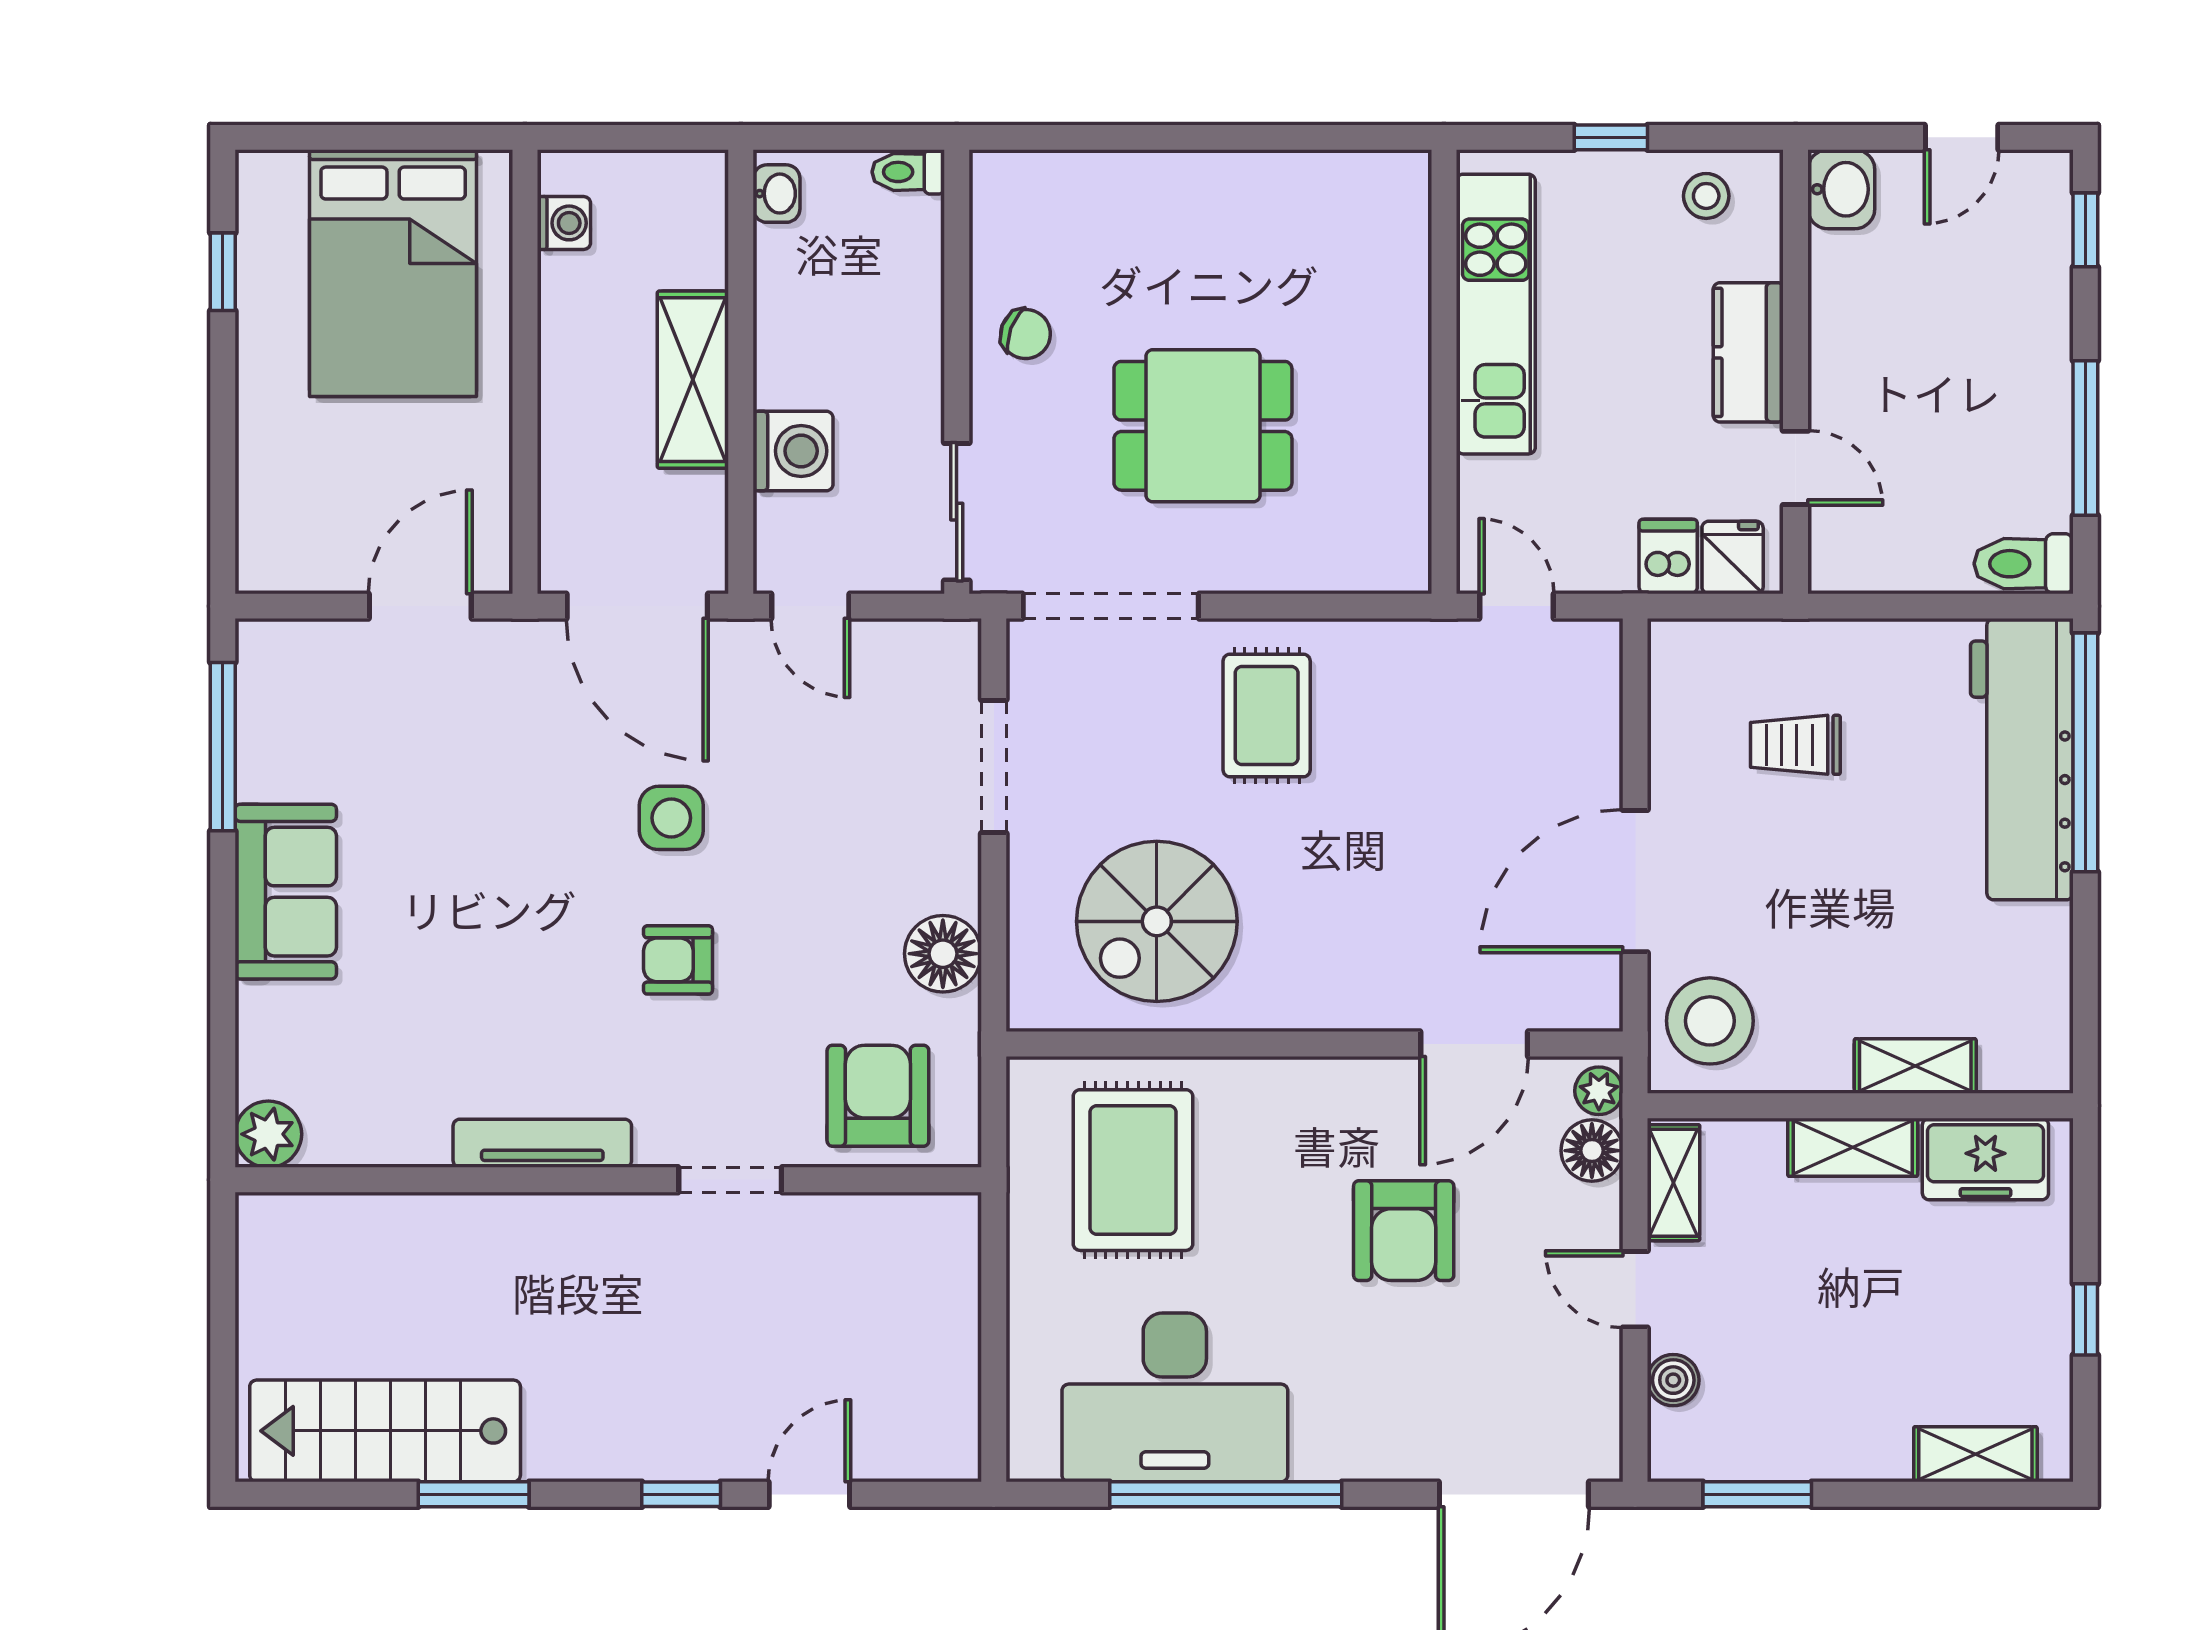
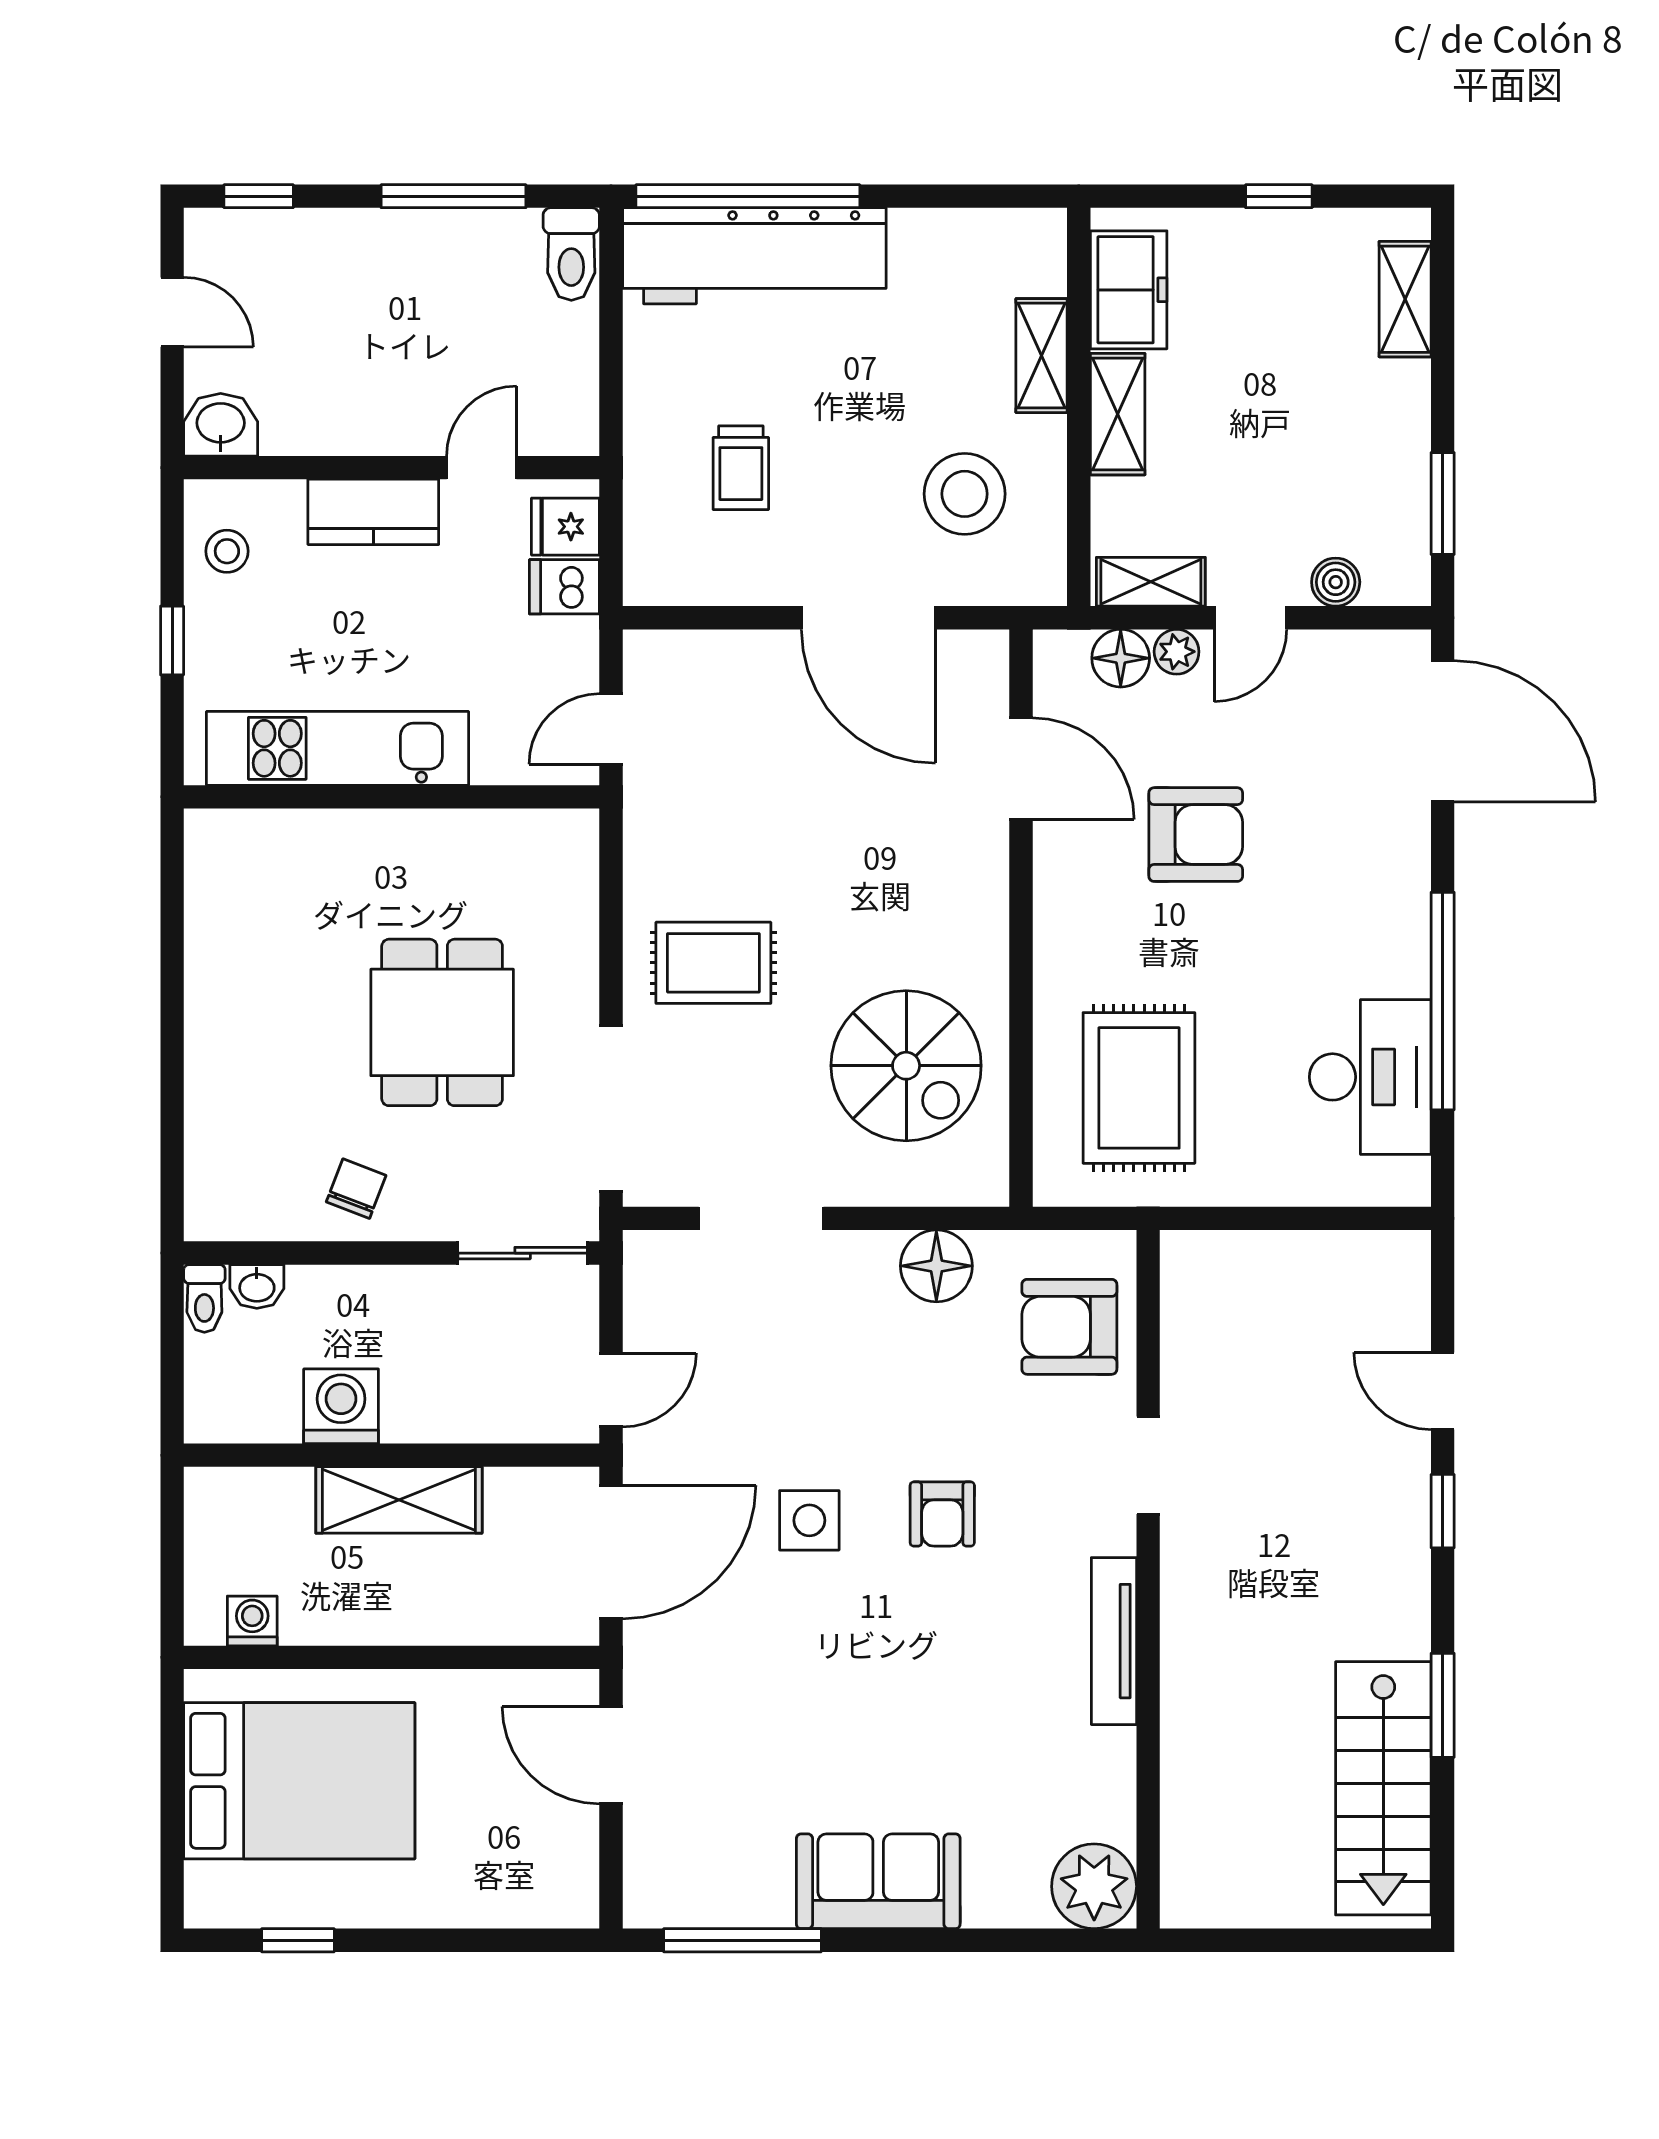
washbasin: (777, 194) -> (257, 1286), moved, turned 180
washing machine: (793, 451) -> (341, 1406), moved
stool: (1710, 1021) -> (965, 494), moved
plant: (1599, 1091) -> (1177, 652), moved
plant: (268, 1134) -> (1094, 1886), width x1.36, depth x1.36
rug: (1133, 1170) -> (1139, 1088), turned 90
desk: (1175, 1397) -> (1370, 1077), width x0.73, depth x0.77

